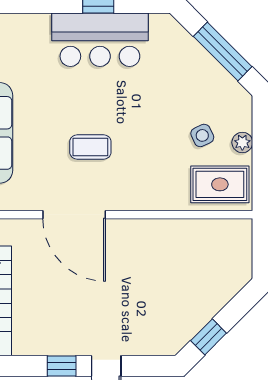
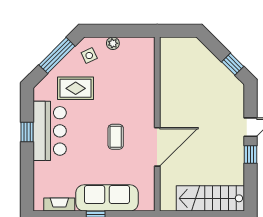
side table: (202, 135) -> (89, 56), moved
rug: (220, 184) -> (76, 88), moved, turned 90

